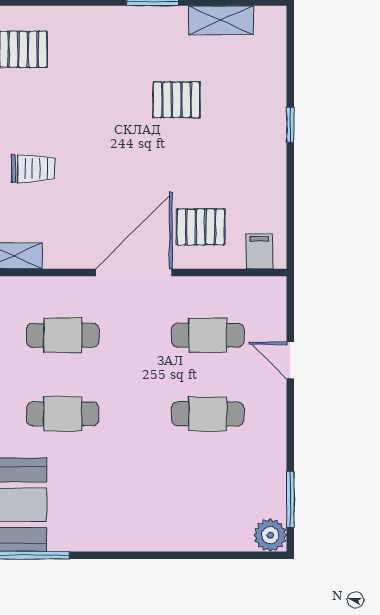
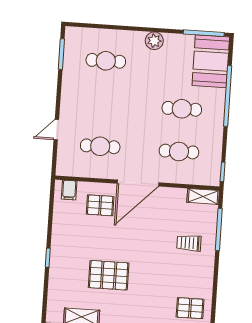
pallet: (177, 100) -> (109, 275), width x1.50, depth x1.42
door: (290, 360) -> (56, 130), swing flipped
cafe table: (208, 414) -> (106, 61), moved
plant: (270, 535) -> (154, 41), moved

